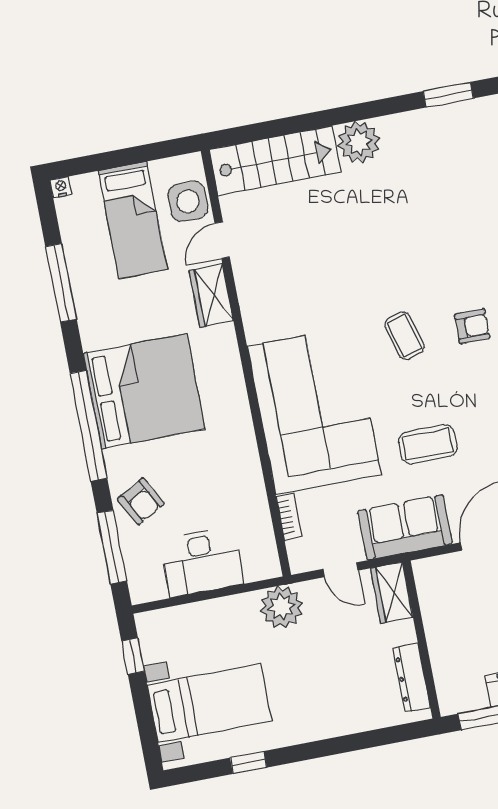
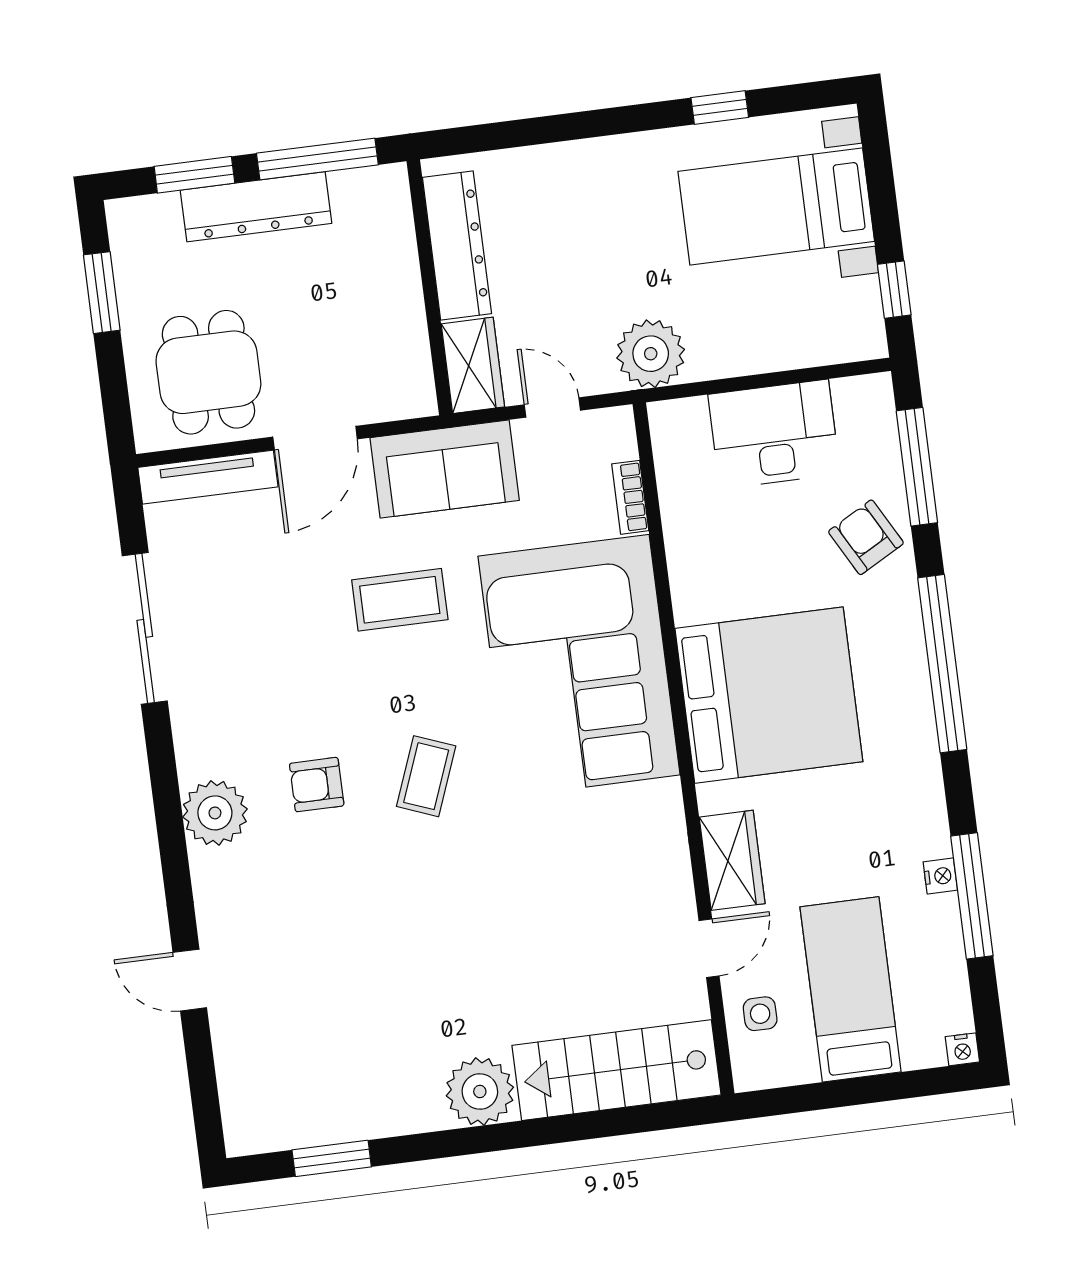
side table: (188, 201) -> (760, 1014), width x0.54, depth x0.54
nightstand: (81, 294) -> (940, 876), added
coffee table: (405, 336) -> (426, 776), turned 37
bed: (144, 391) -> (769, 695), moved, turned 180
dresser: (412, 678) -> (457, 246), width x1.37, depth x1.24

